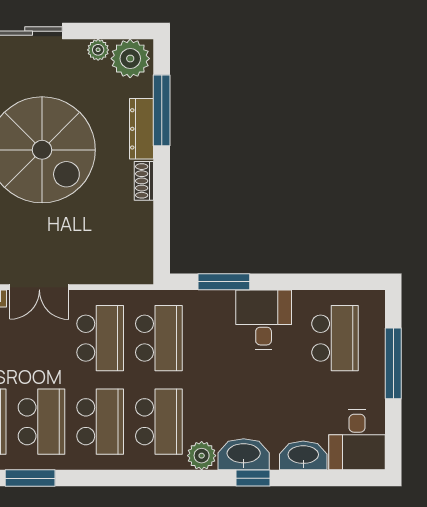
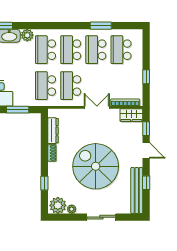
window: (162, 110) -> (44, 183), width x0.46
dresser: (142, 129) -> (53, 131), moved

